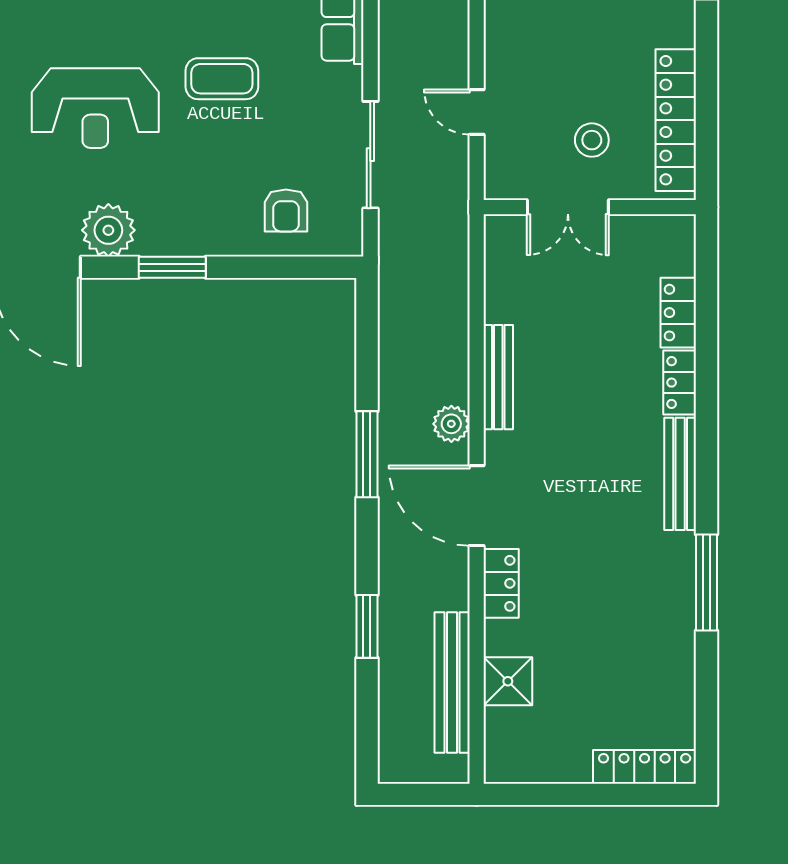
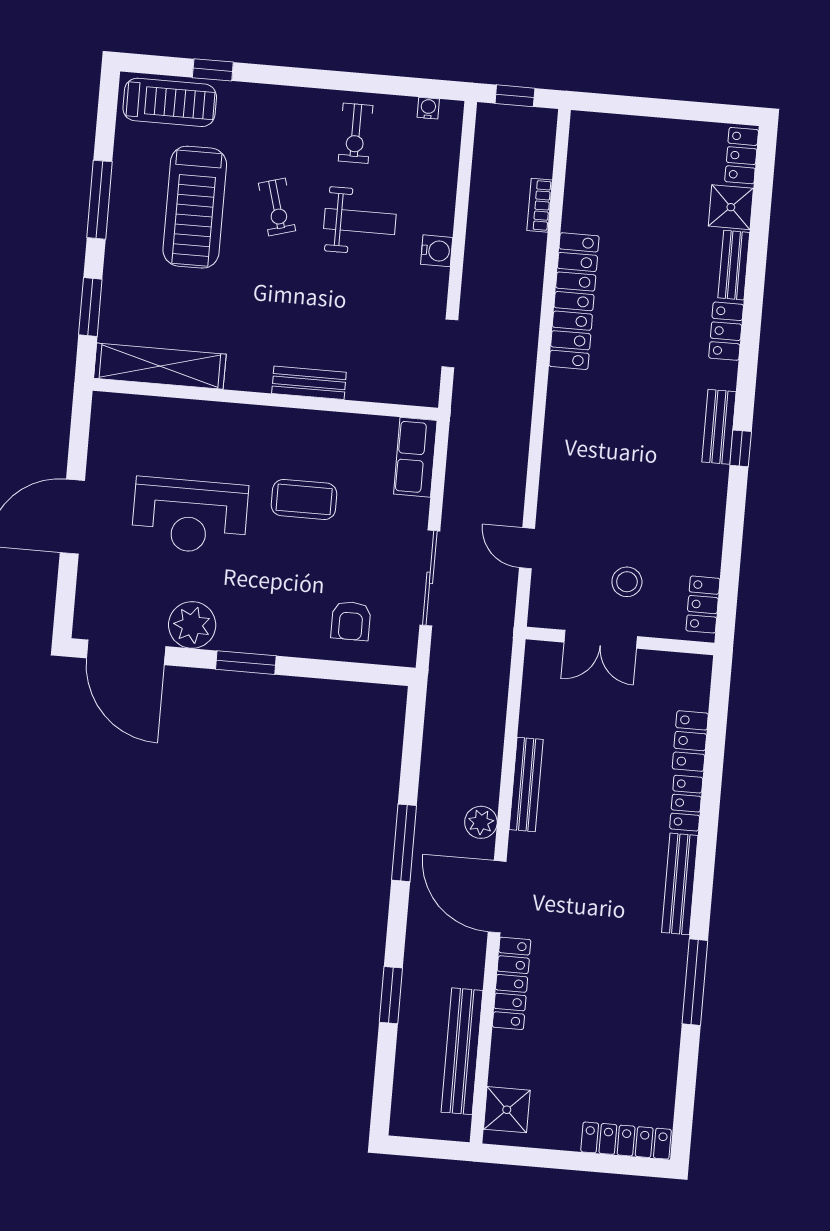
locker: (676, 120) -> (703, 605), width x0.46, depth x0.83
locker: (501, 583) -> (512, 983), width x1.53
shower: (508, 681) -> (507, 1110), moved

